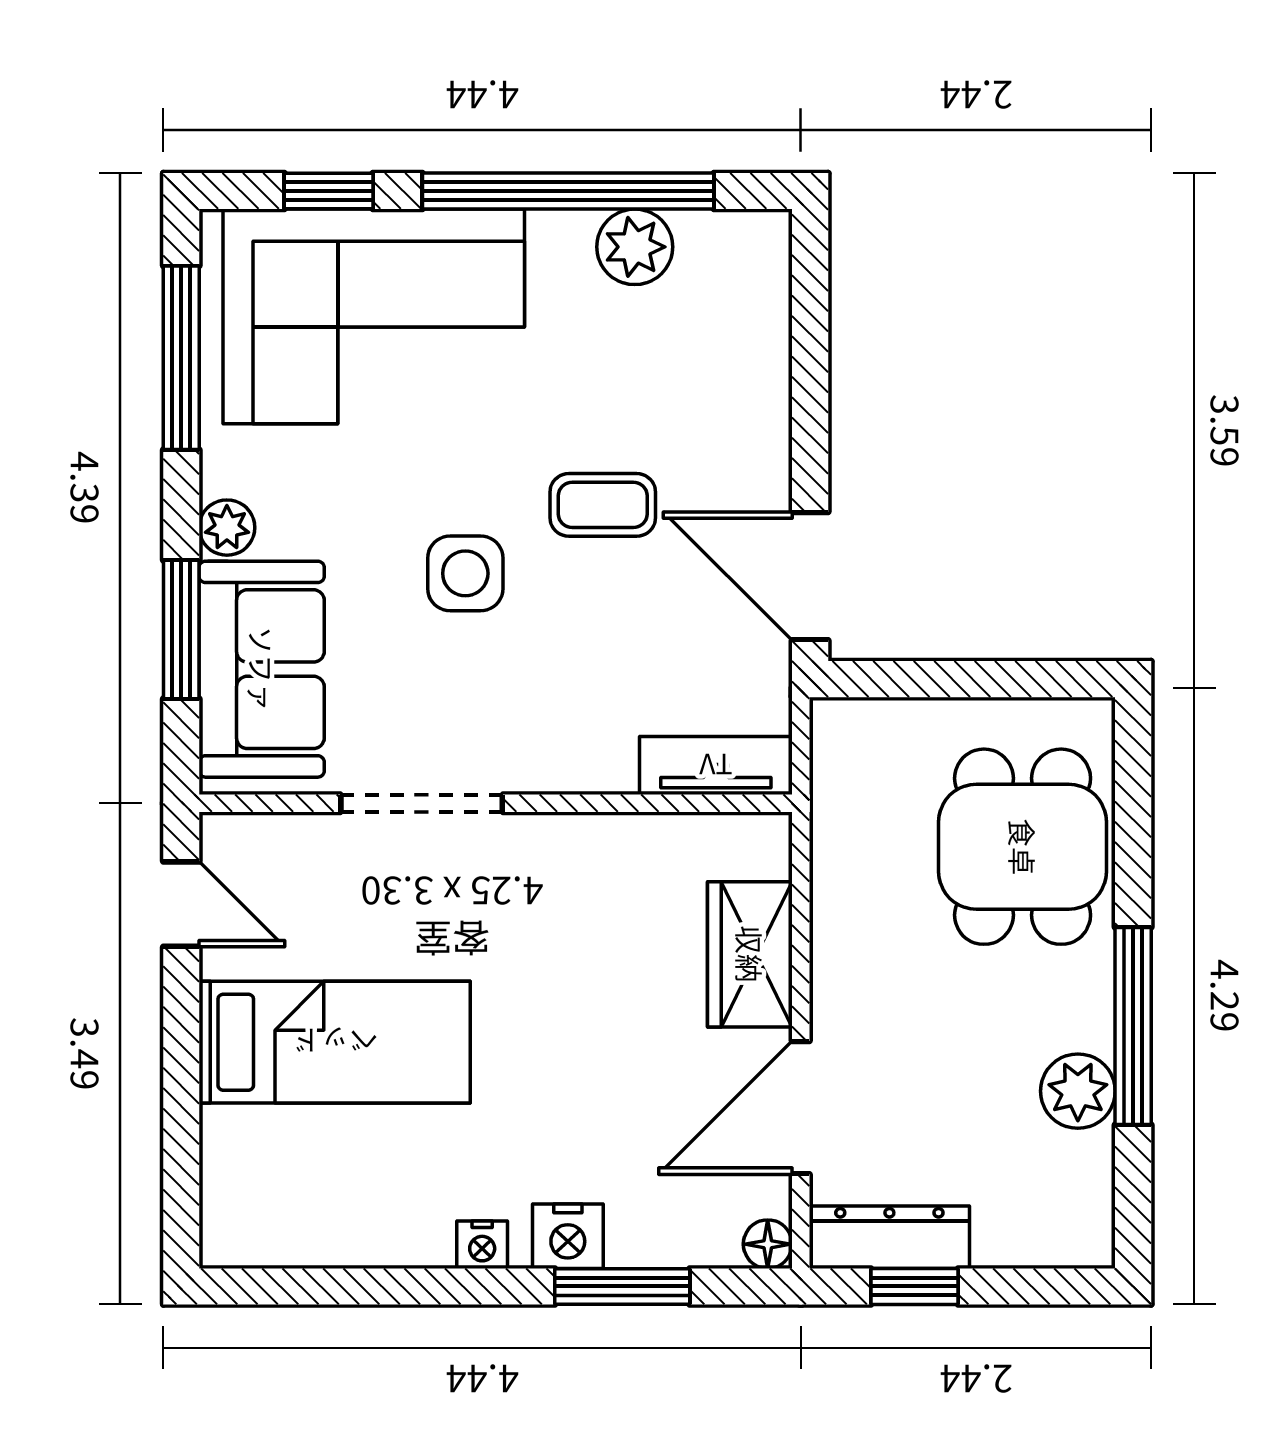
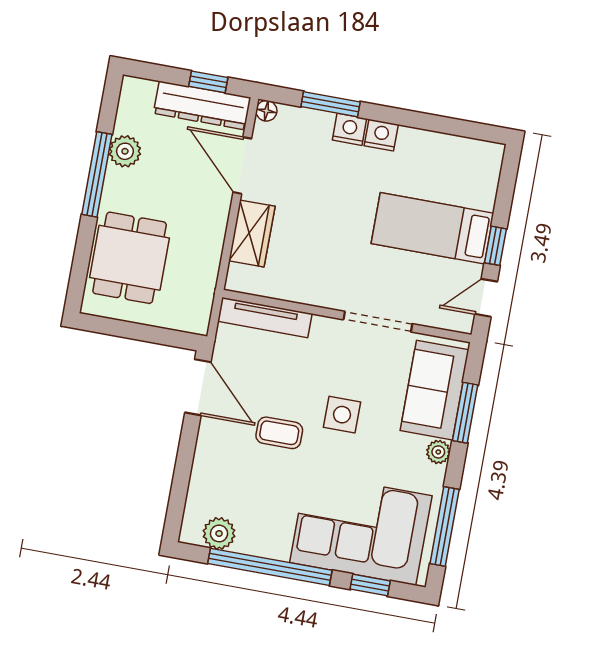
plant: (635, 247) -> (219, 533), moved
tv unit: (716, 766) -> (265, 317), width x1.41
door: (181, 904) -> (486, 298), hinge flipped
window: (181, 1028) -> (496, 246), added
door: (801, 1108) -> (242, 165), swing flipped
dresser: (889, 1237) -> (202, 105), width x1.37, depth x1.24
nightstand: (482, 1245) -> (381, 135), width x1.39, depth x1.35

